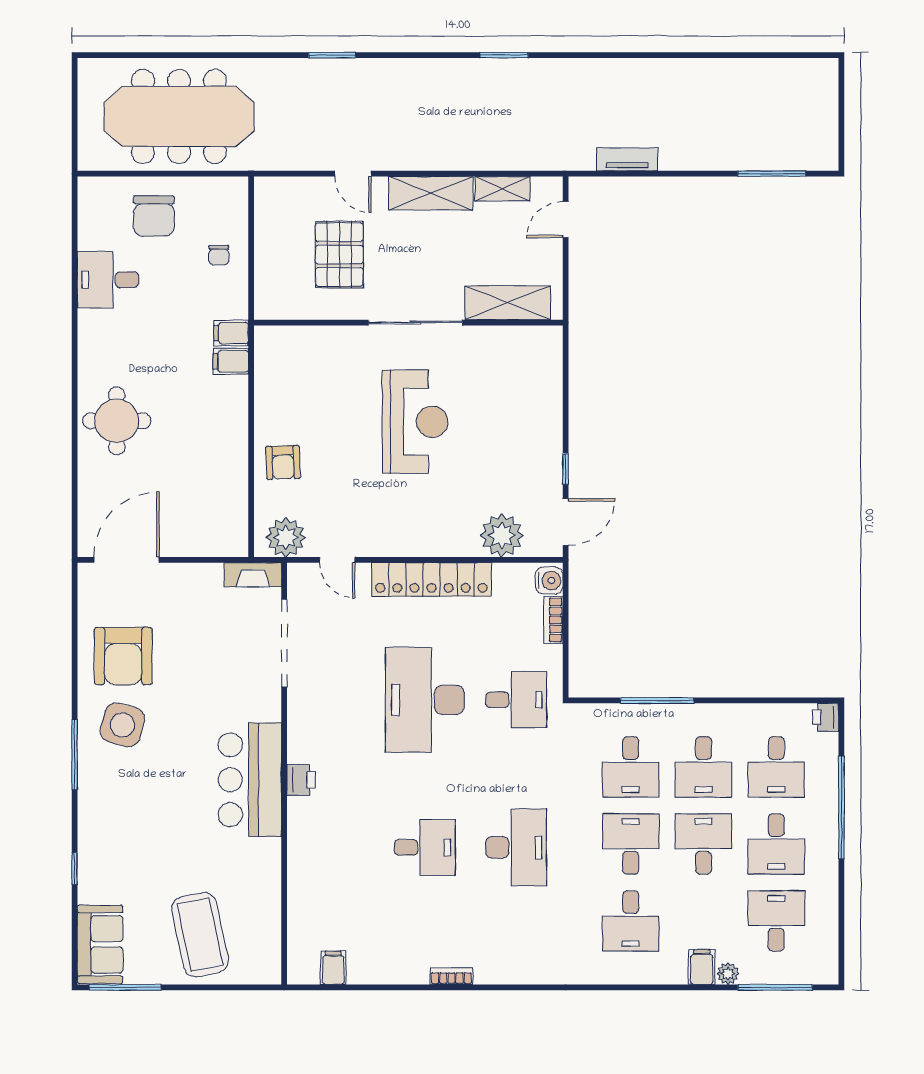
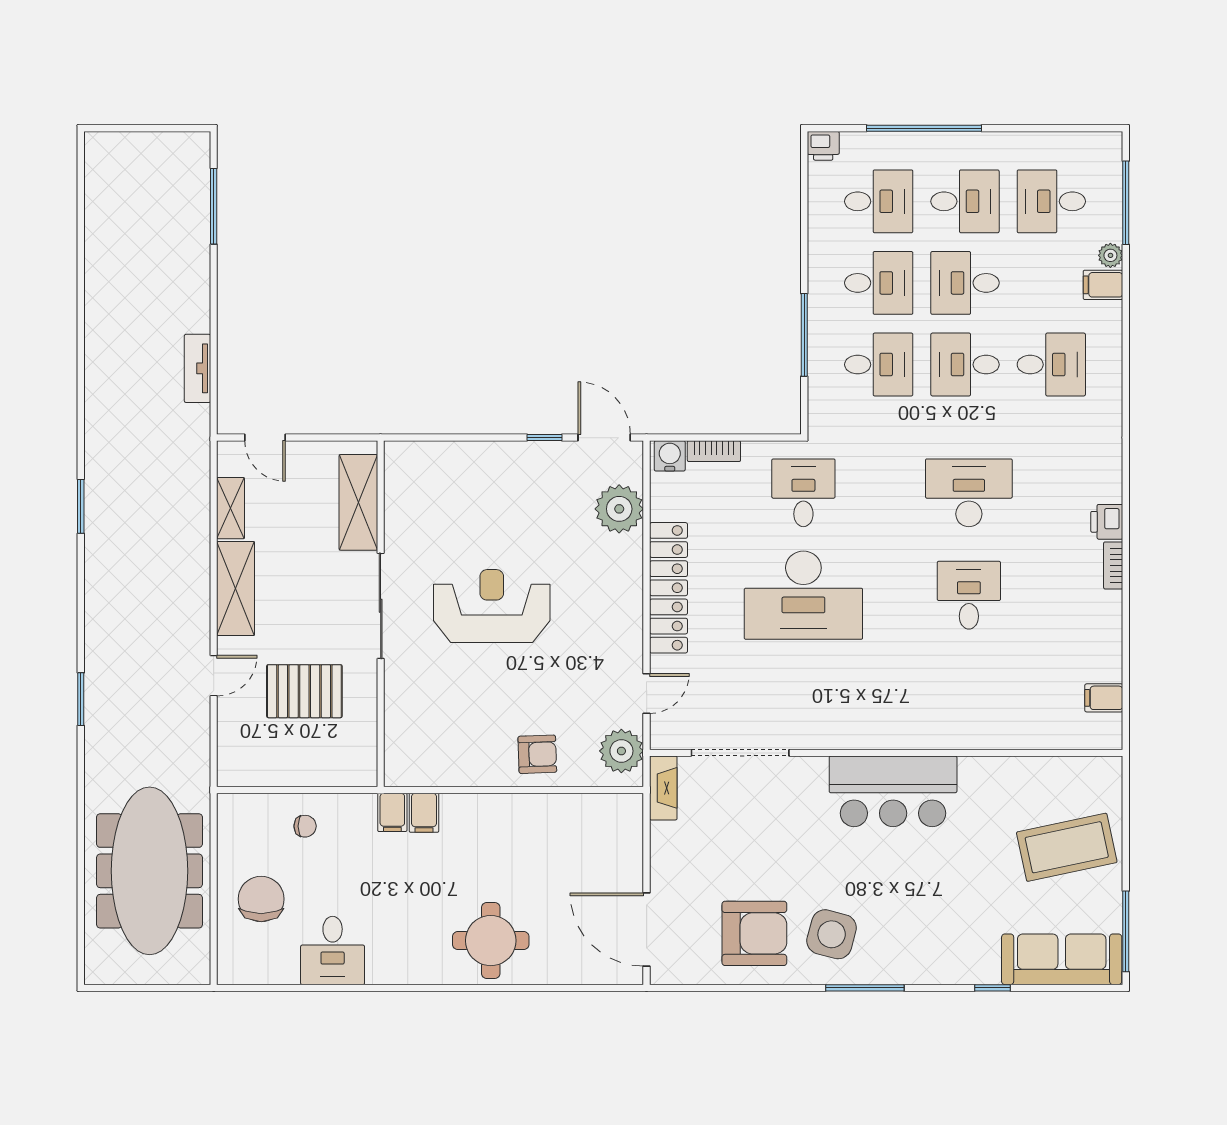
chair: (154, 216) -> (261, 899), turned -90
printer: (301, 780) -> (1107, 522), moved, turned -90
sofa: (100, 944) -> (1062, 959), width x1.36

